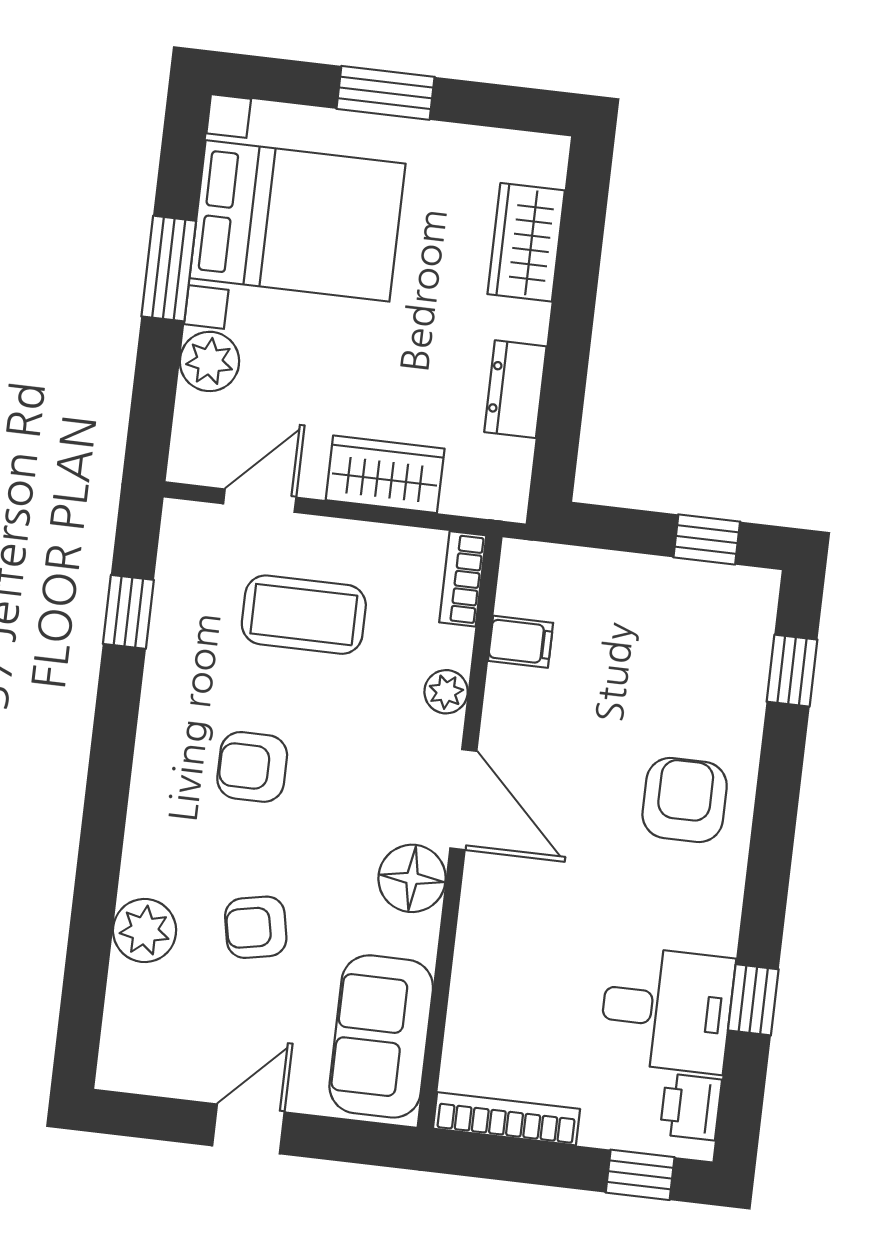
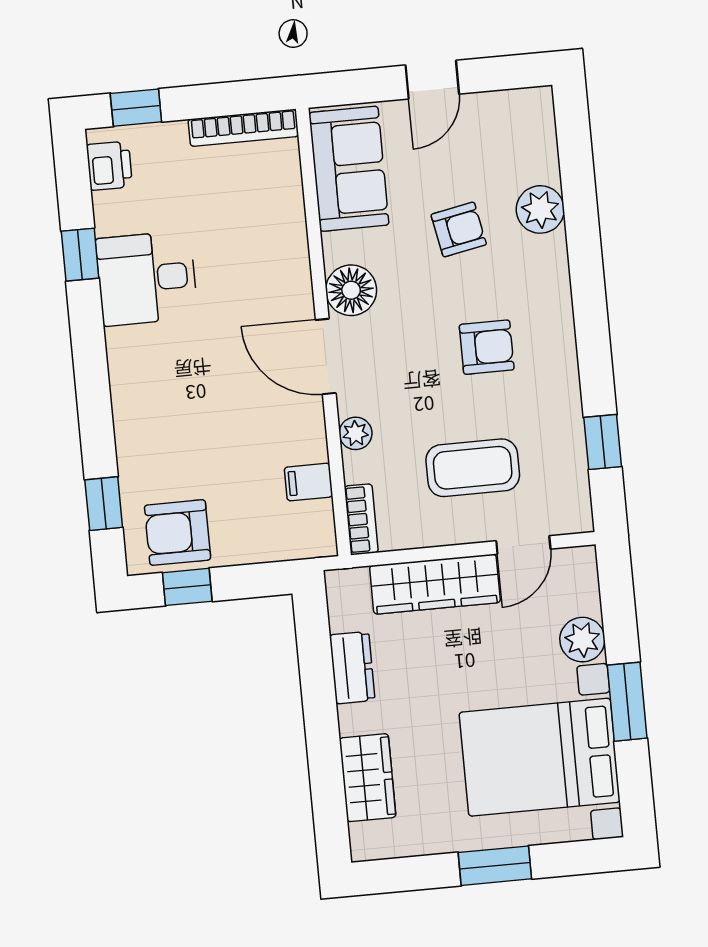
wardrobe: (385, 474) -> (435, 584), width x1.50
armchair: (685, 800) -> (178, 533), moved, turned 90
desk: (667, 1010) -> (147, 278), moved

